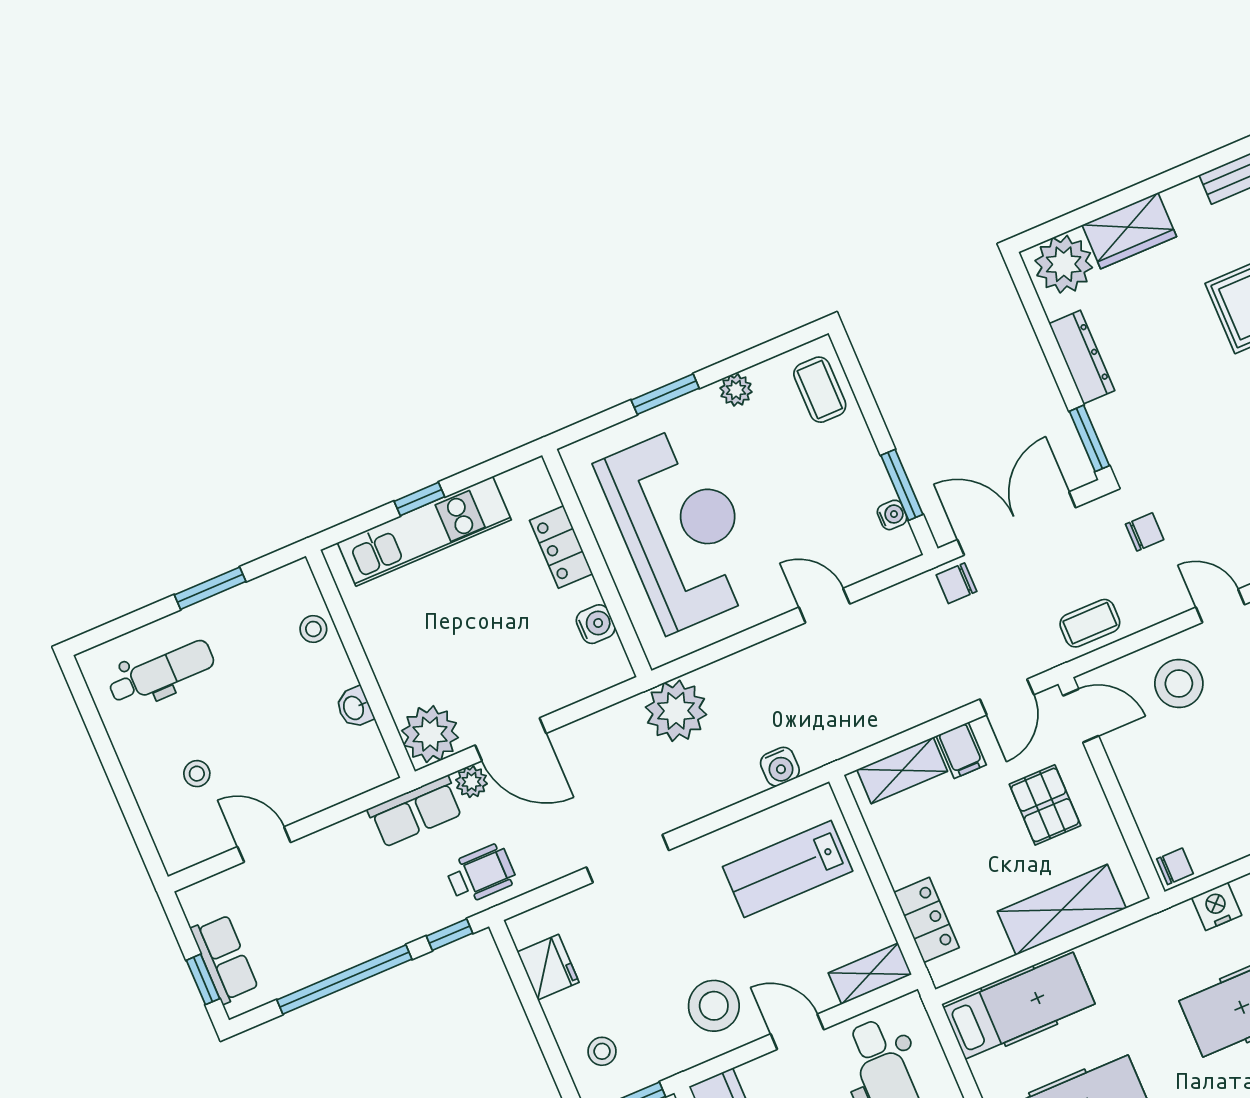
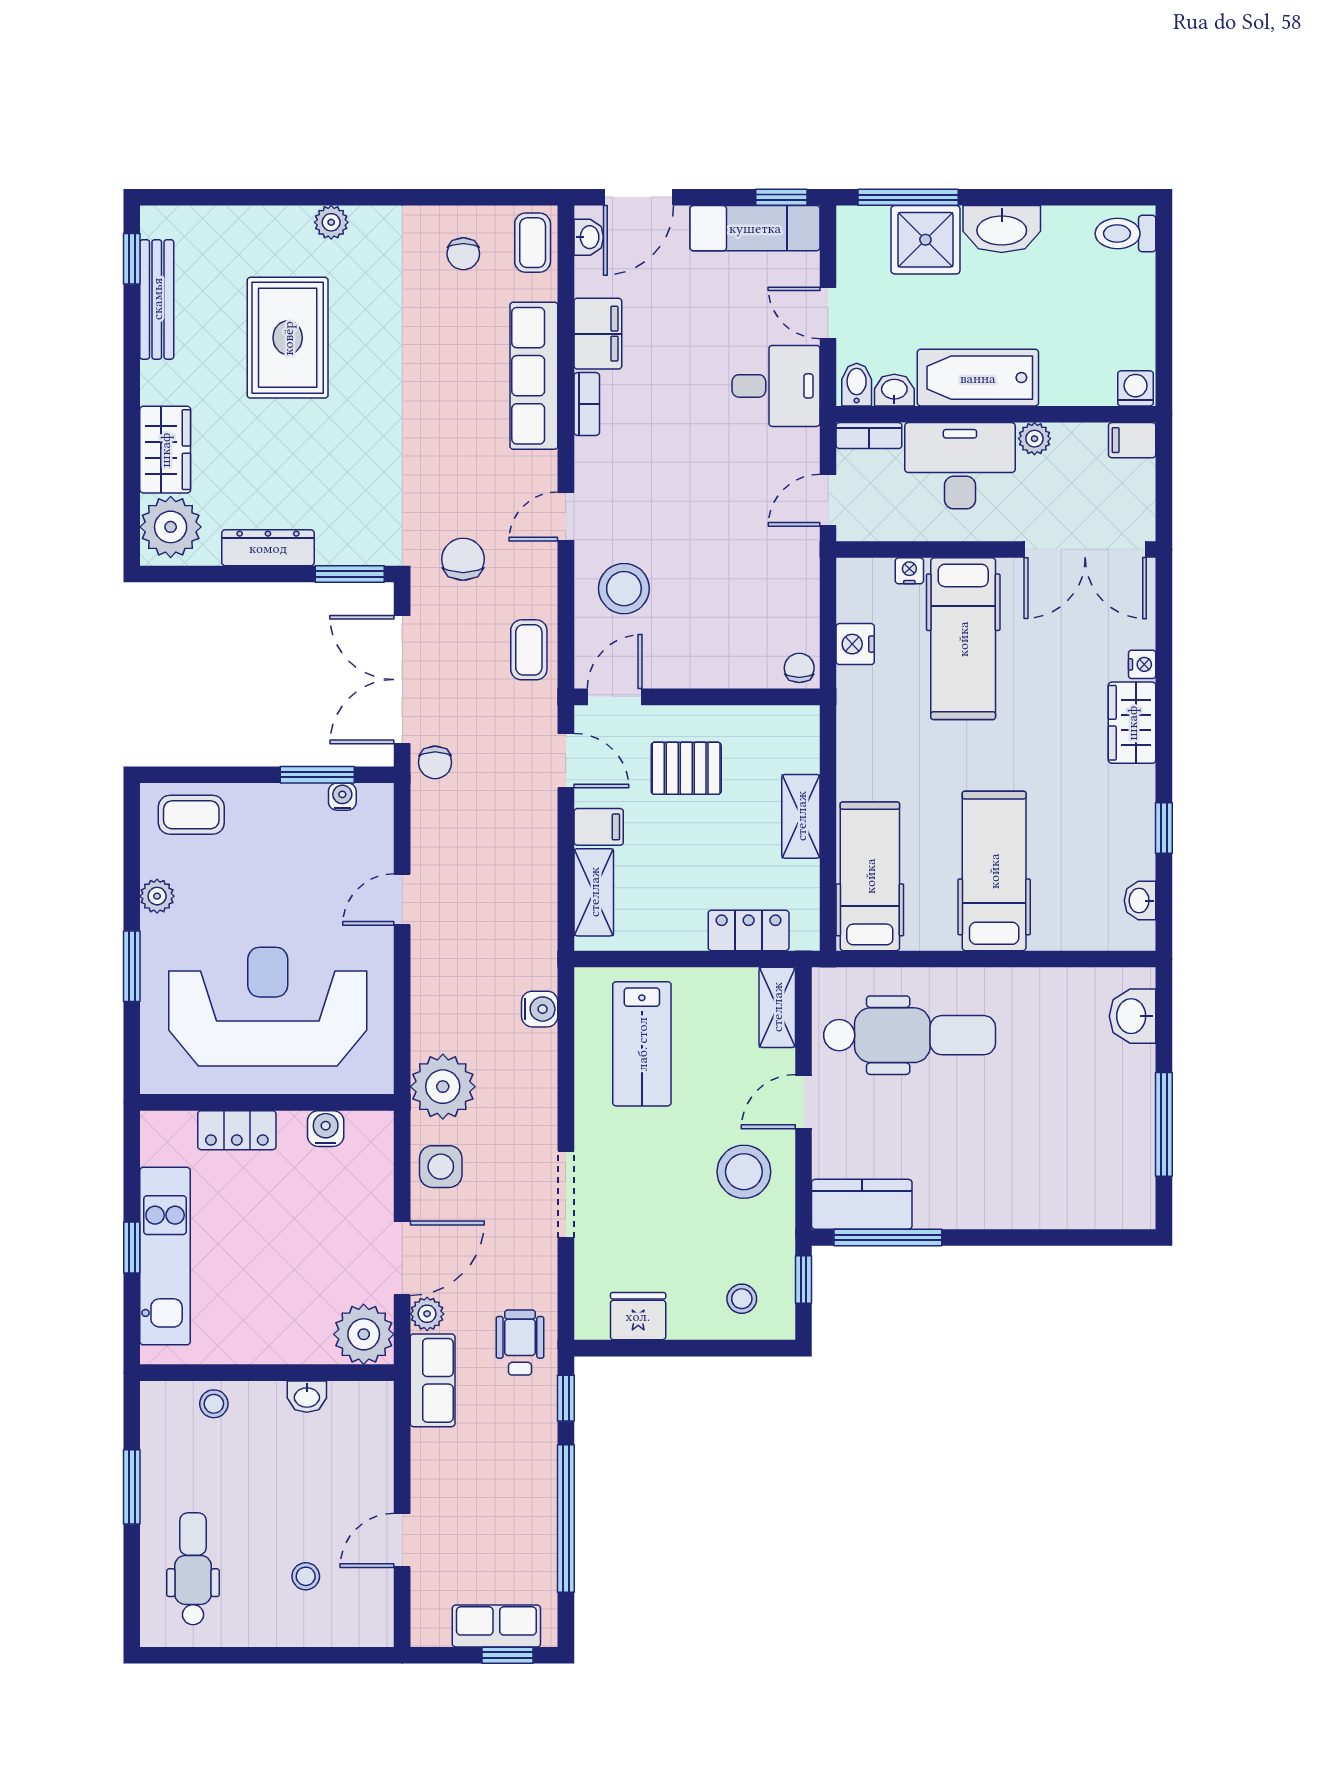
chair: (1145, 532) -> (463, 559), width x1.37, depth x1.37
side table: (605, 739) -> (441, 1167), added
shelving: (1062, 910) -> (801, 816), width x0.67, depth x0.75

